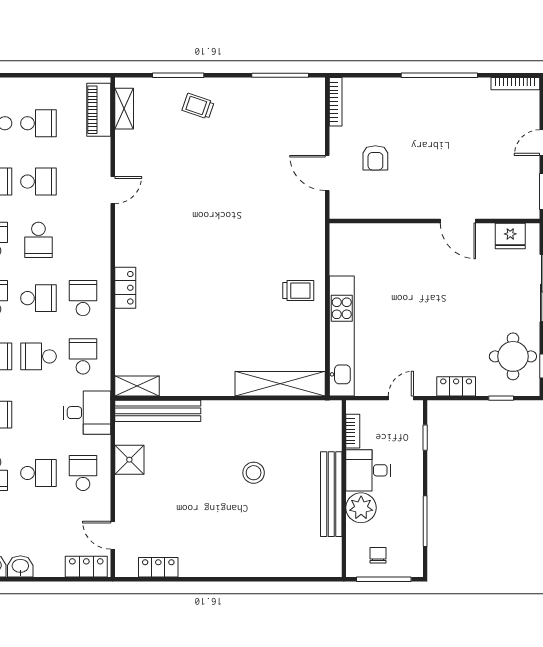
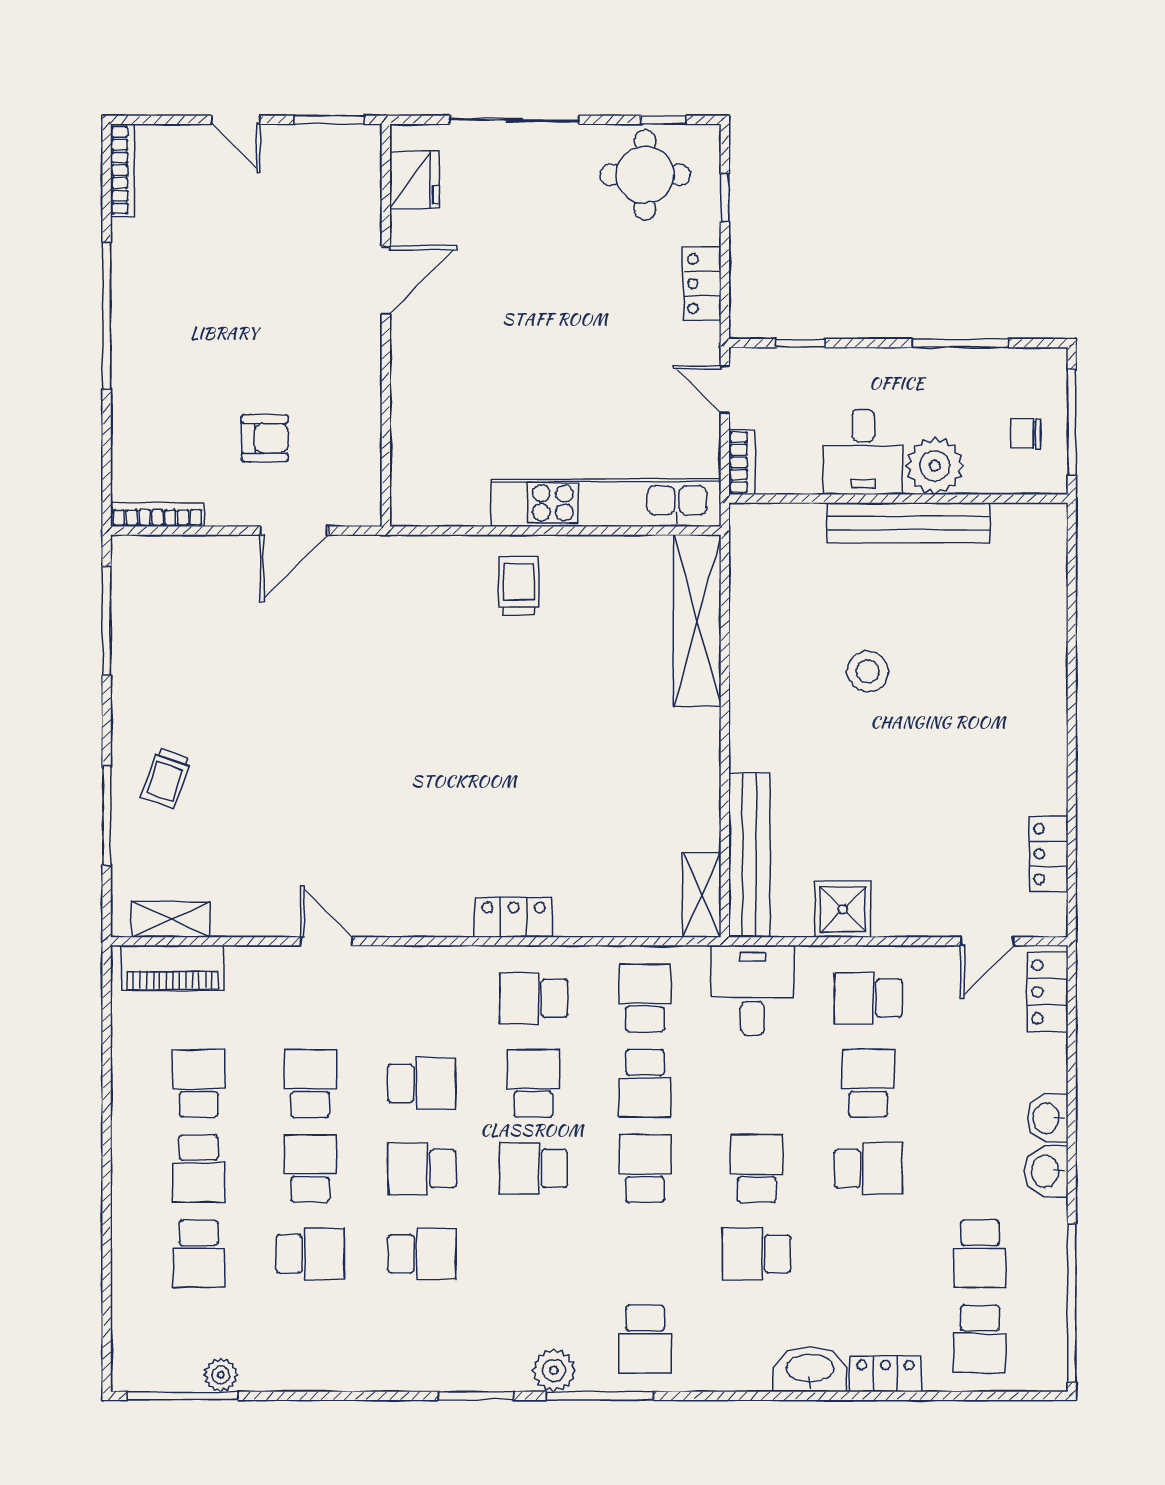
school desk: (83, 356) -> (645, 998), turned 90
bookcase: (353, 431) -> (742, 462), moved, turned 90

